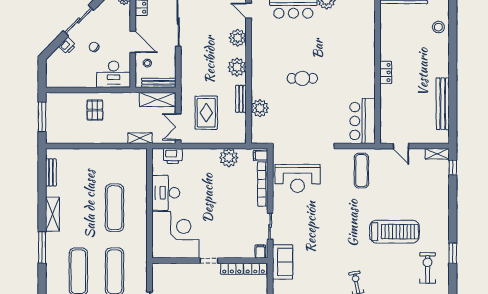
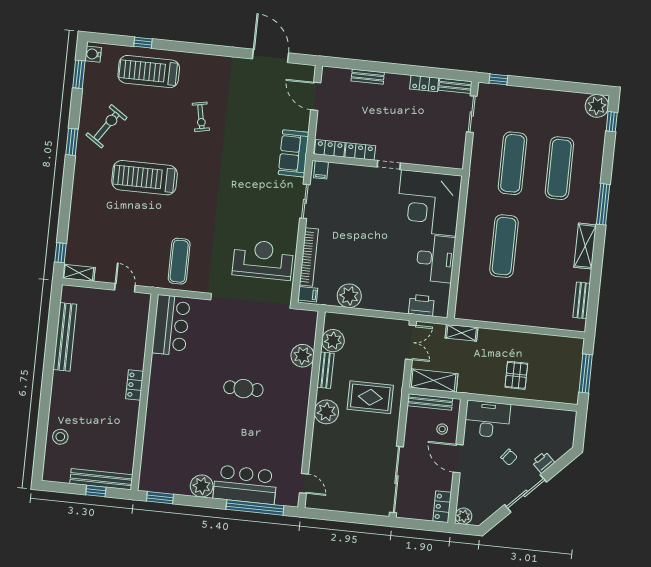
plant: (238, 38) -> (333, 341), moved
rug: (206, 113) -> (370, 397), moved, turned 90
exercise bike: (428, 268) -> (107, 126), turned -146

